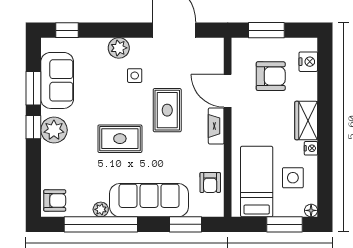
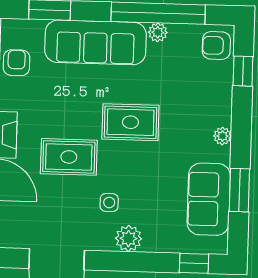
rug: (167, 110) -> (69, 157), turned 90
window: (33, 127) -> (243, 71), moved
plant: (54, 130) -> (222, 136), width x0.53, depth x0.53

